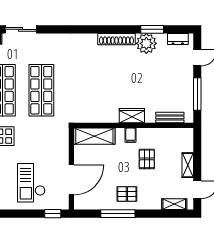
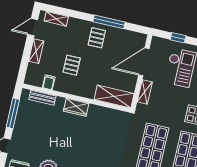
filing cabinet: (131, 135) -> (49, 82), moved
shelving: (63, 148) -> (145, 92), added
pallet: (127, 194) -> (97, 38), turned 90
window: (53, 214) -> (178, 38), moved

